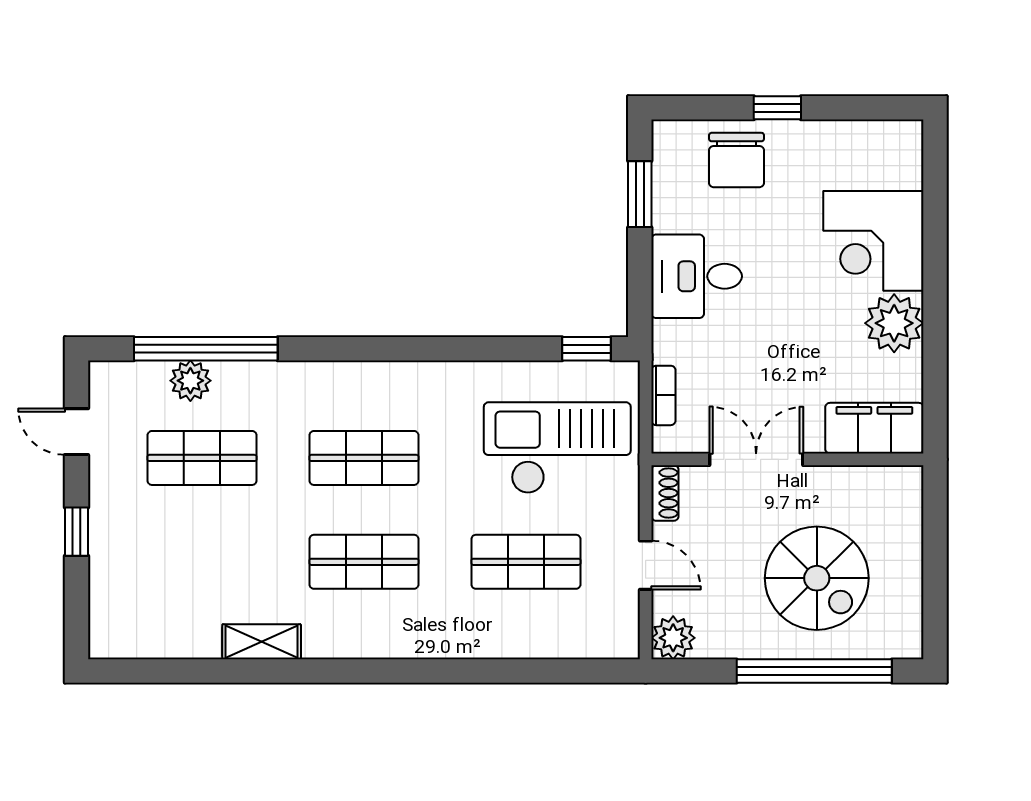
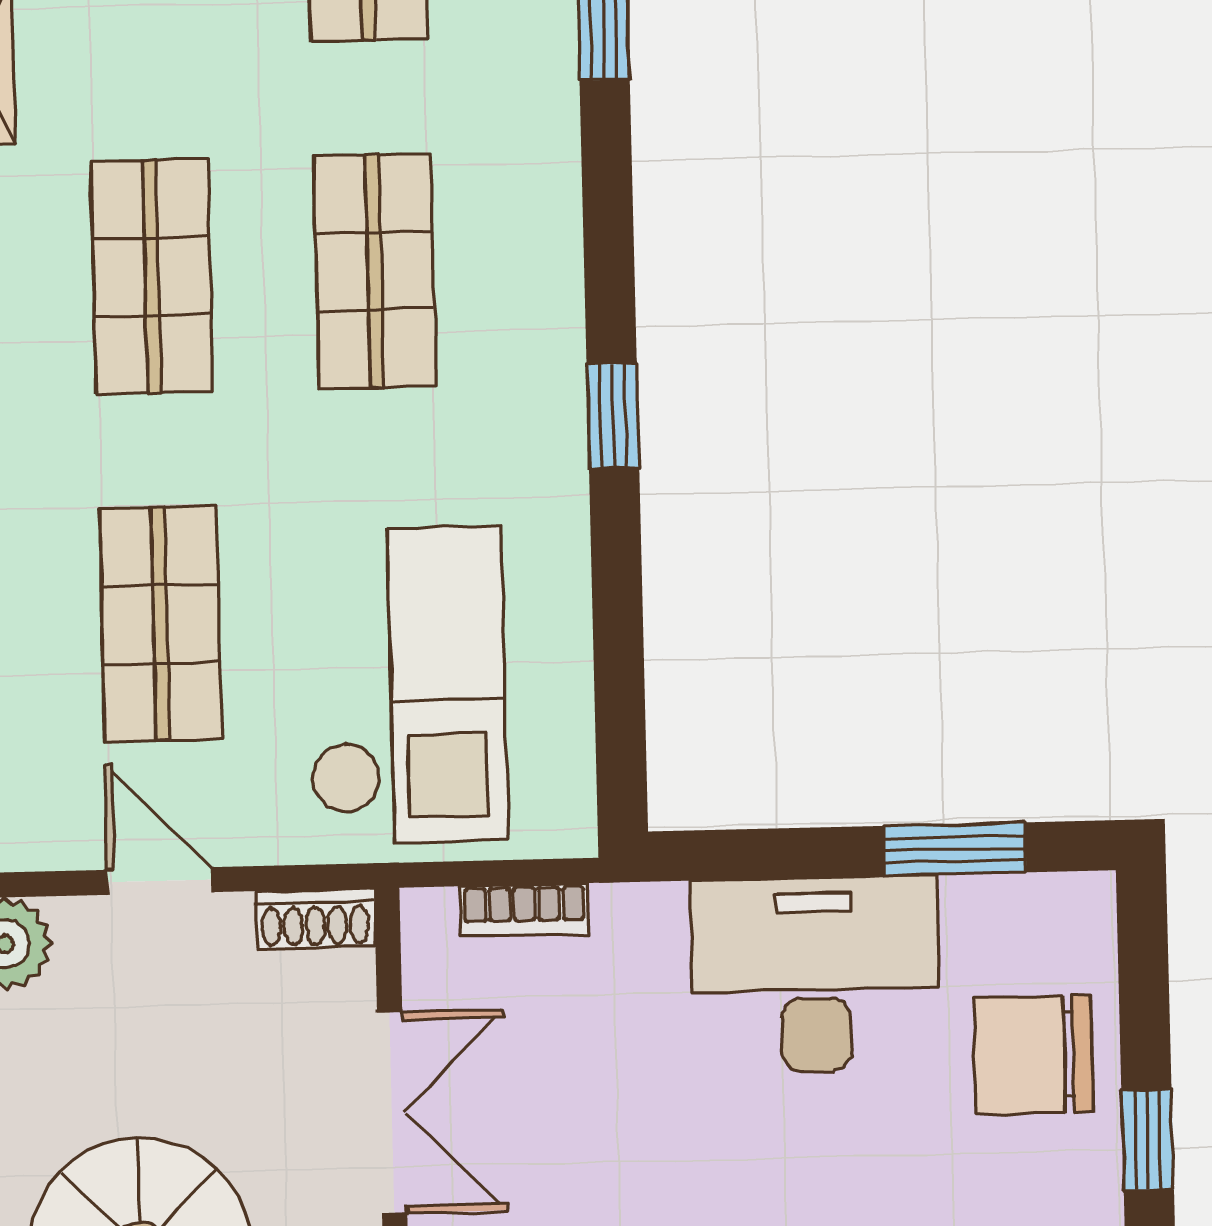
desk: (697, 276) -> (815, 974), width x1.37
window: (586, 349) -> (613, 416), moved
door: (646, 565) -> (160, 881), swing flipped

